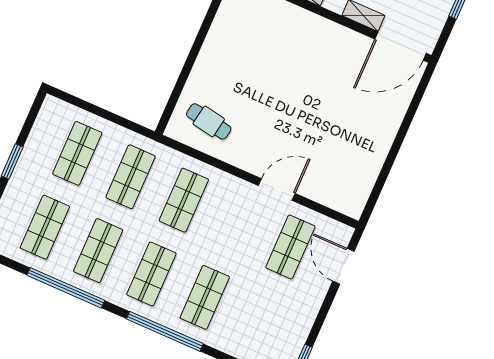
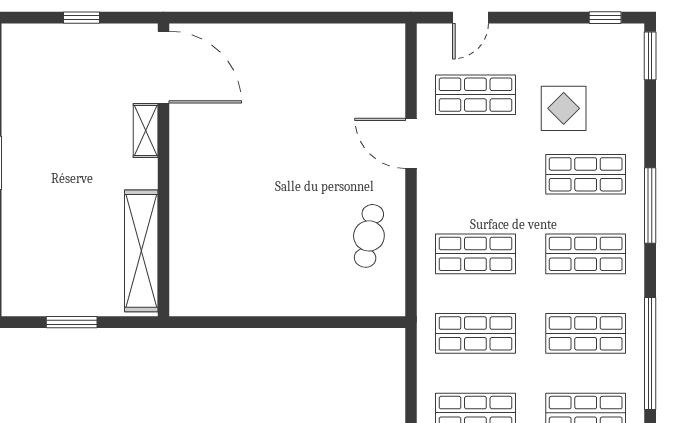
cafe table: (209, 121) -> (369, 236), moved
door: (343, 266) -> (470, 18), width x0.73
display table: (255, 302) -> (564, 108), added
window: (165, 331) -> (650, 205), width x0.68

